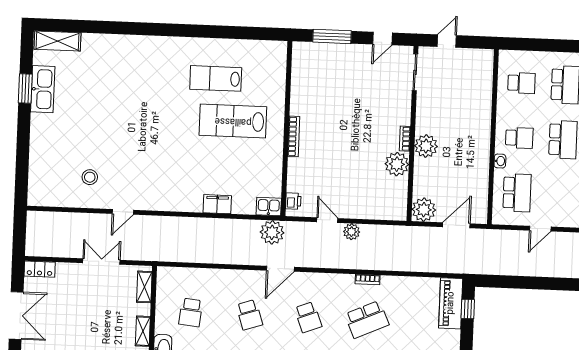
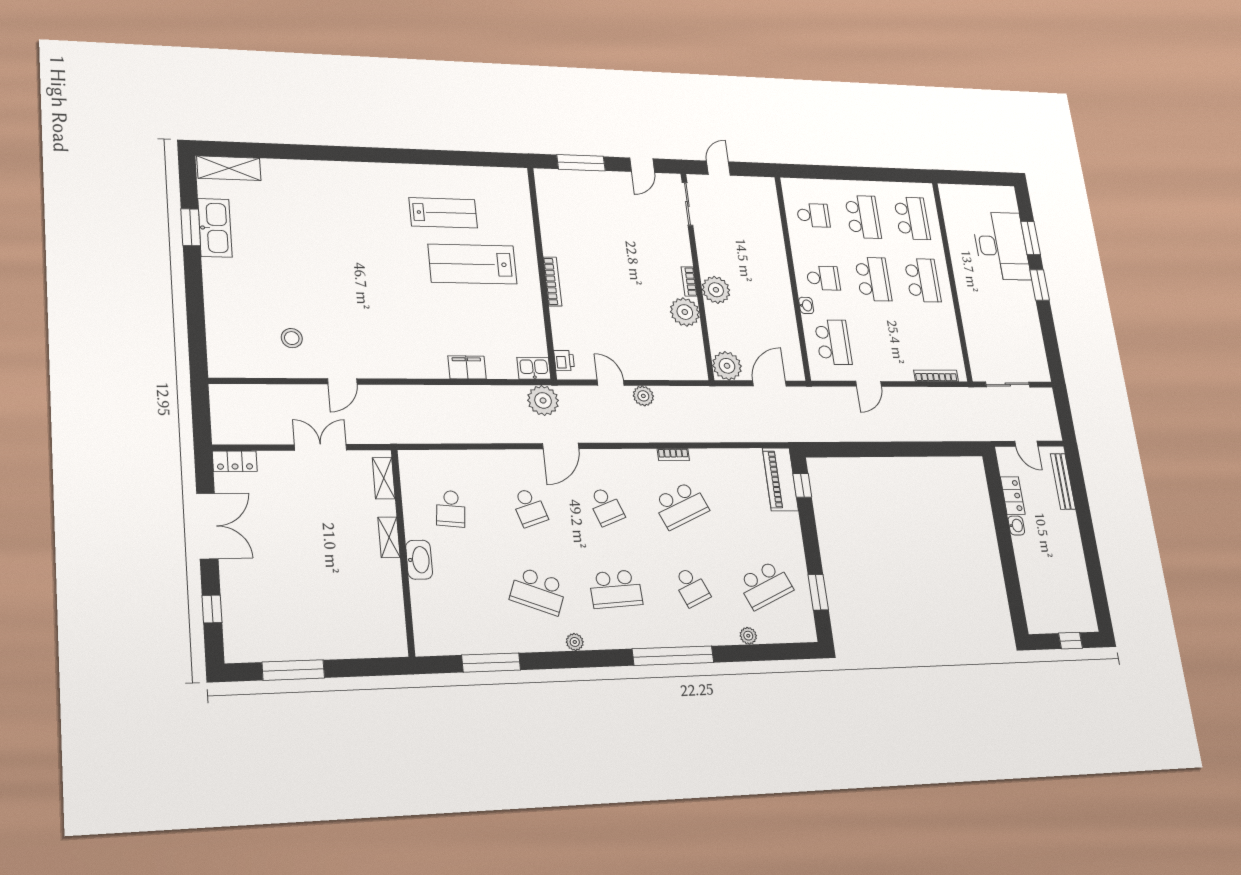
lab bench: (216, 78) -> (443, 213), turned 180

